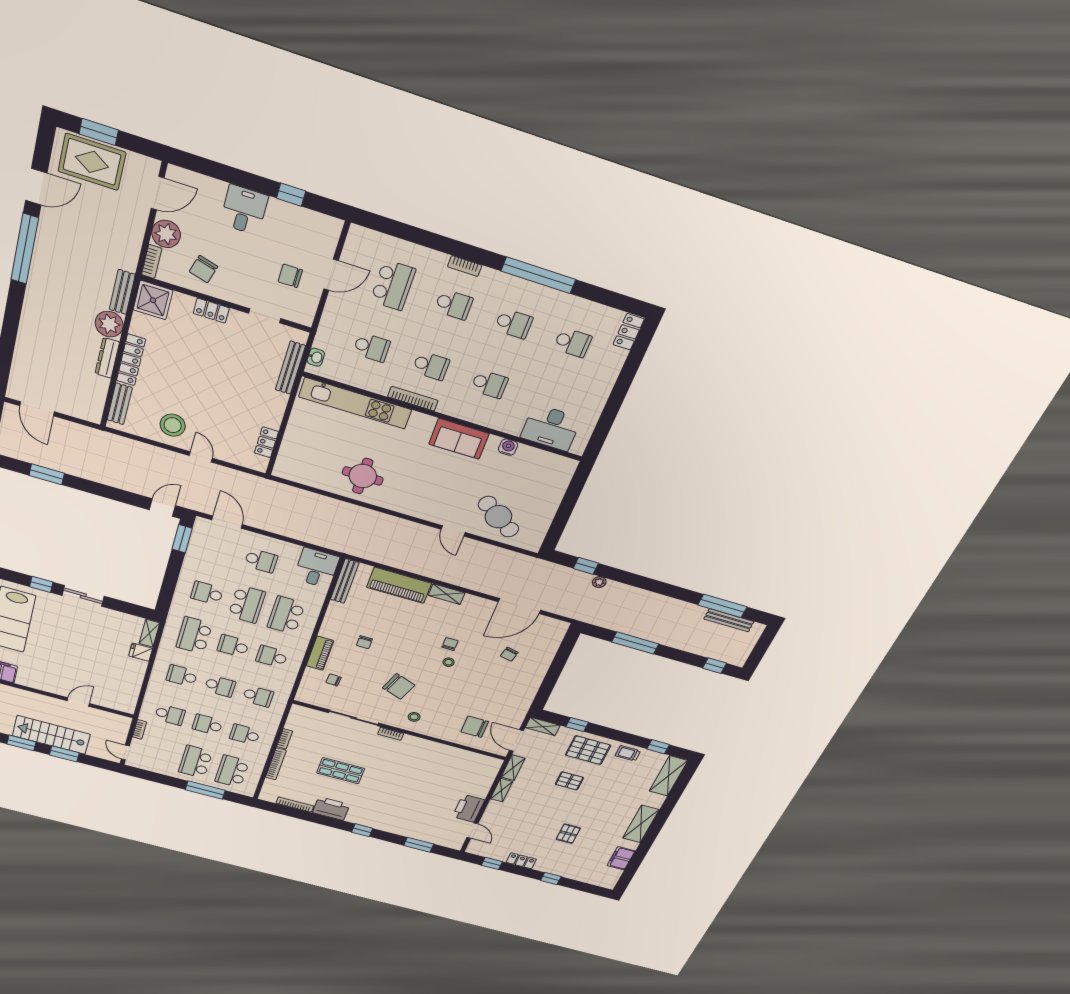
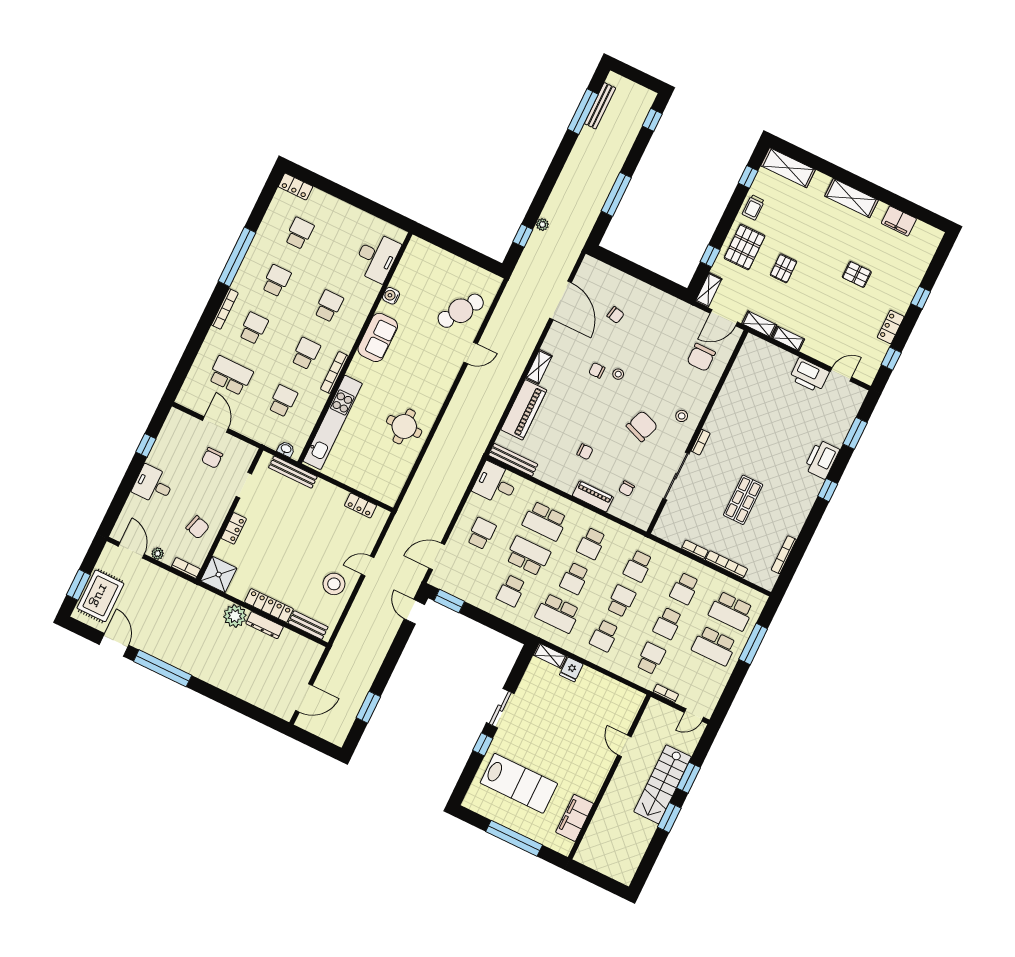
plant: (166, 234) -> (158, 554), width x0.53, depth x0.53
bookcase: (465, 266) -> (225, 309), width x1.56
bench: (122, 292) -> (209, 598), removed
school desk: (258, 696) -> (638, 566), turned 180
printer: (331, 809) -> (822, 459), moved

